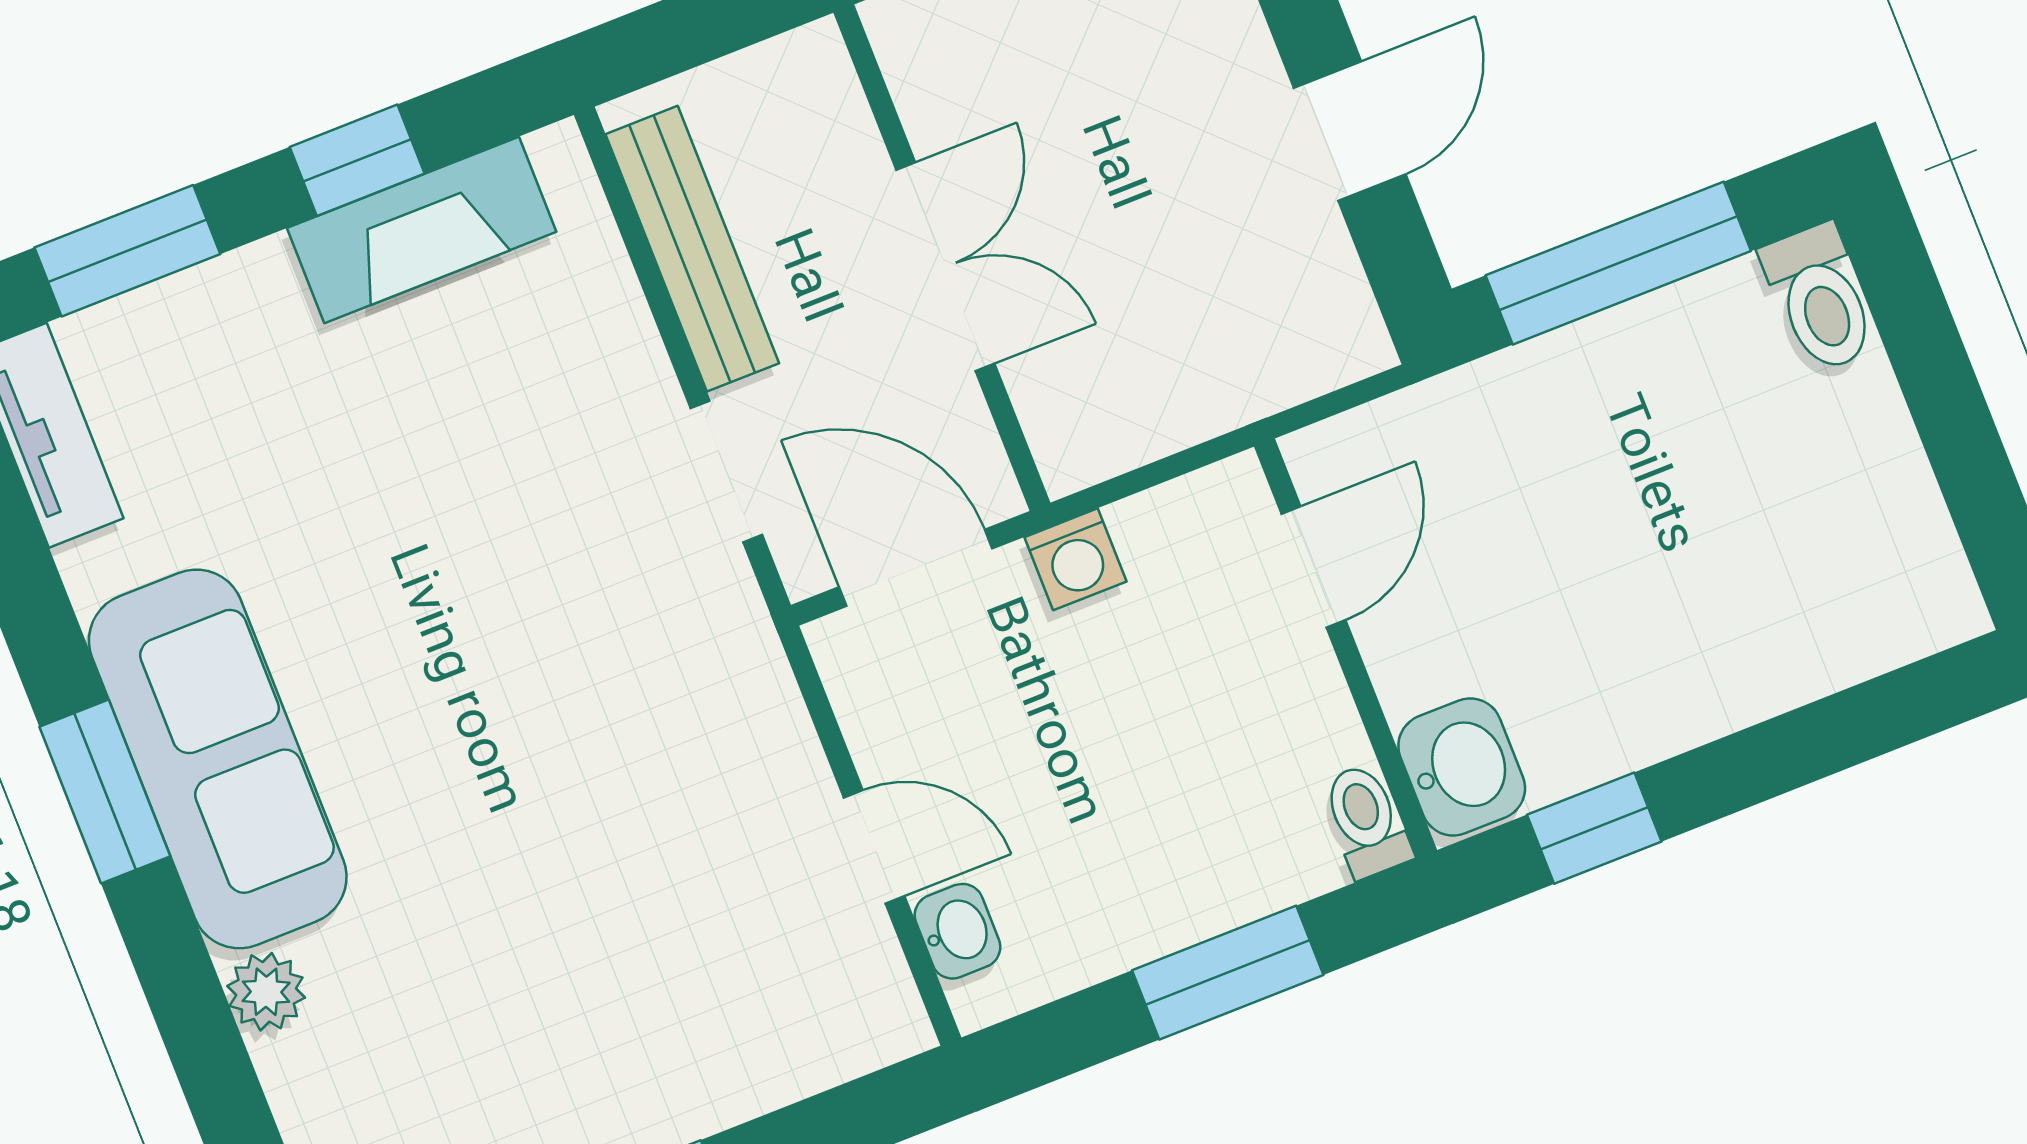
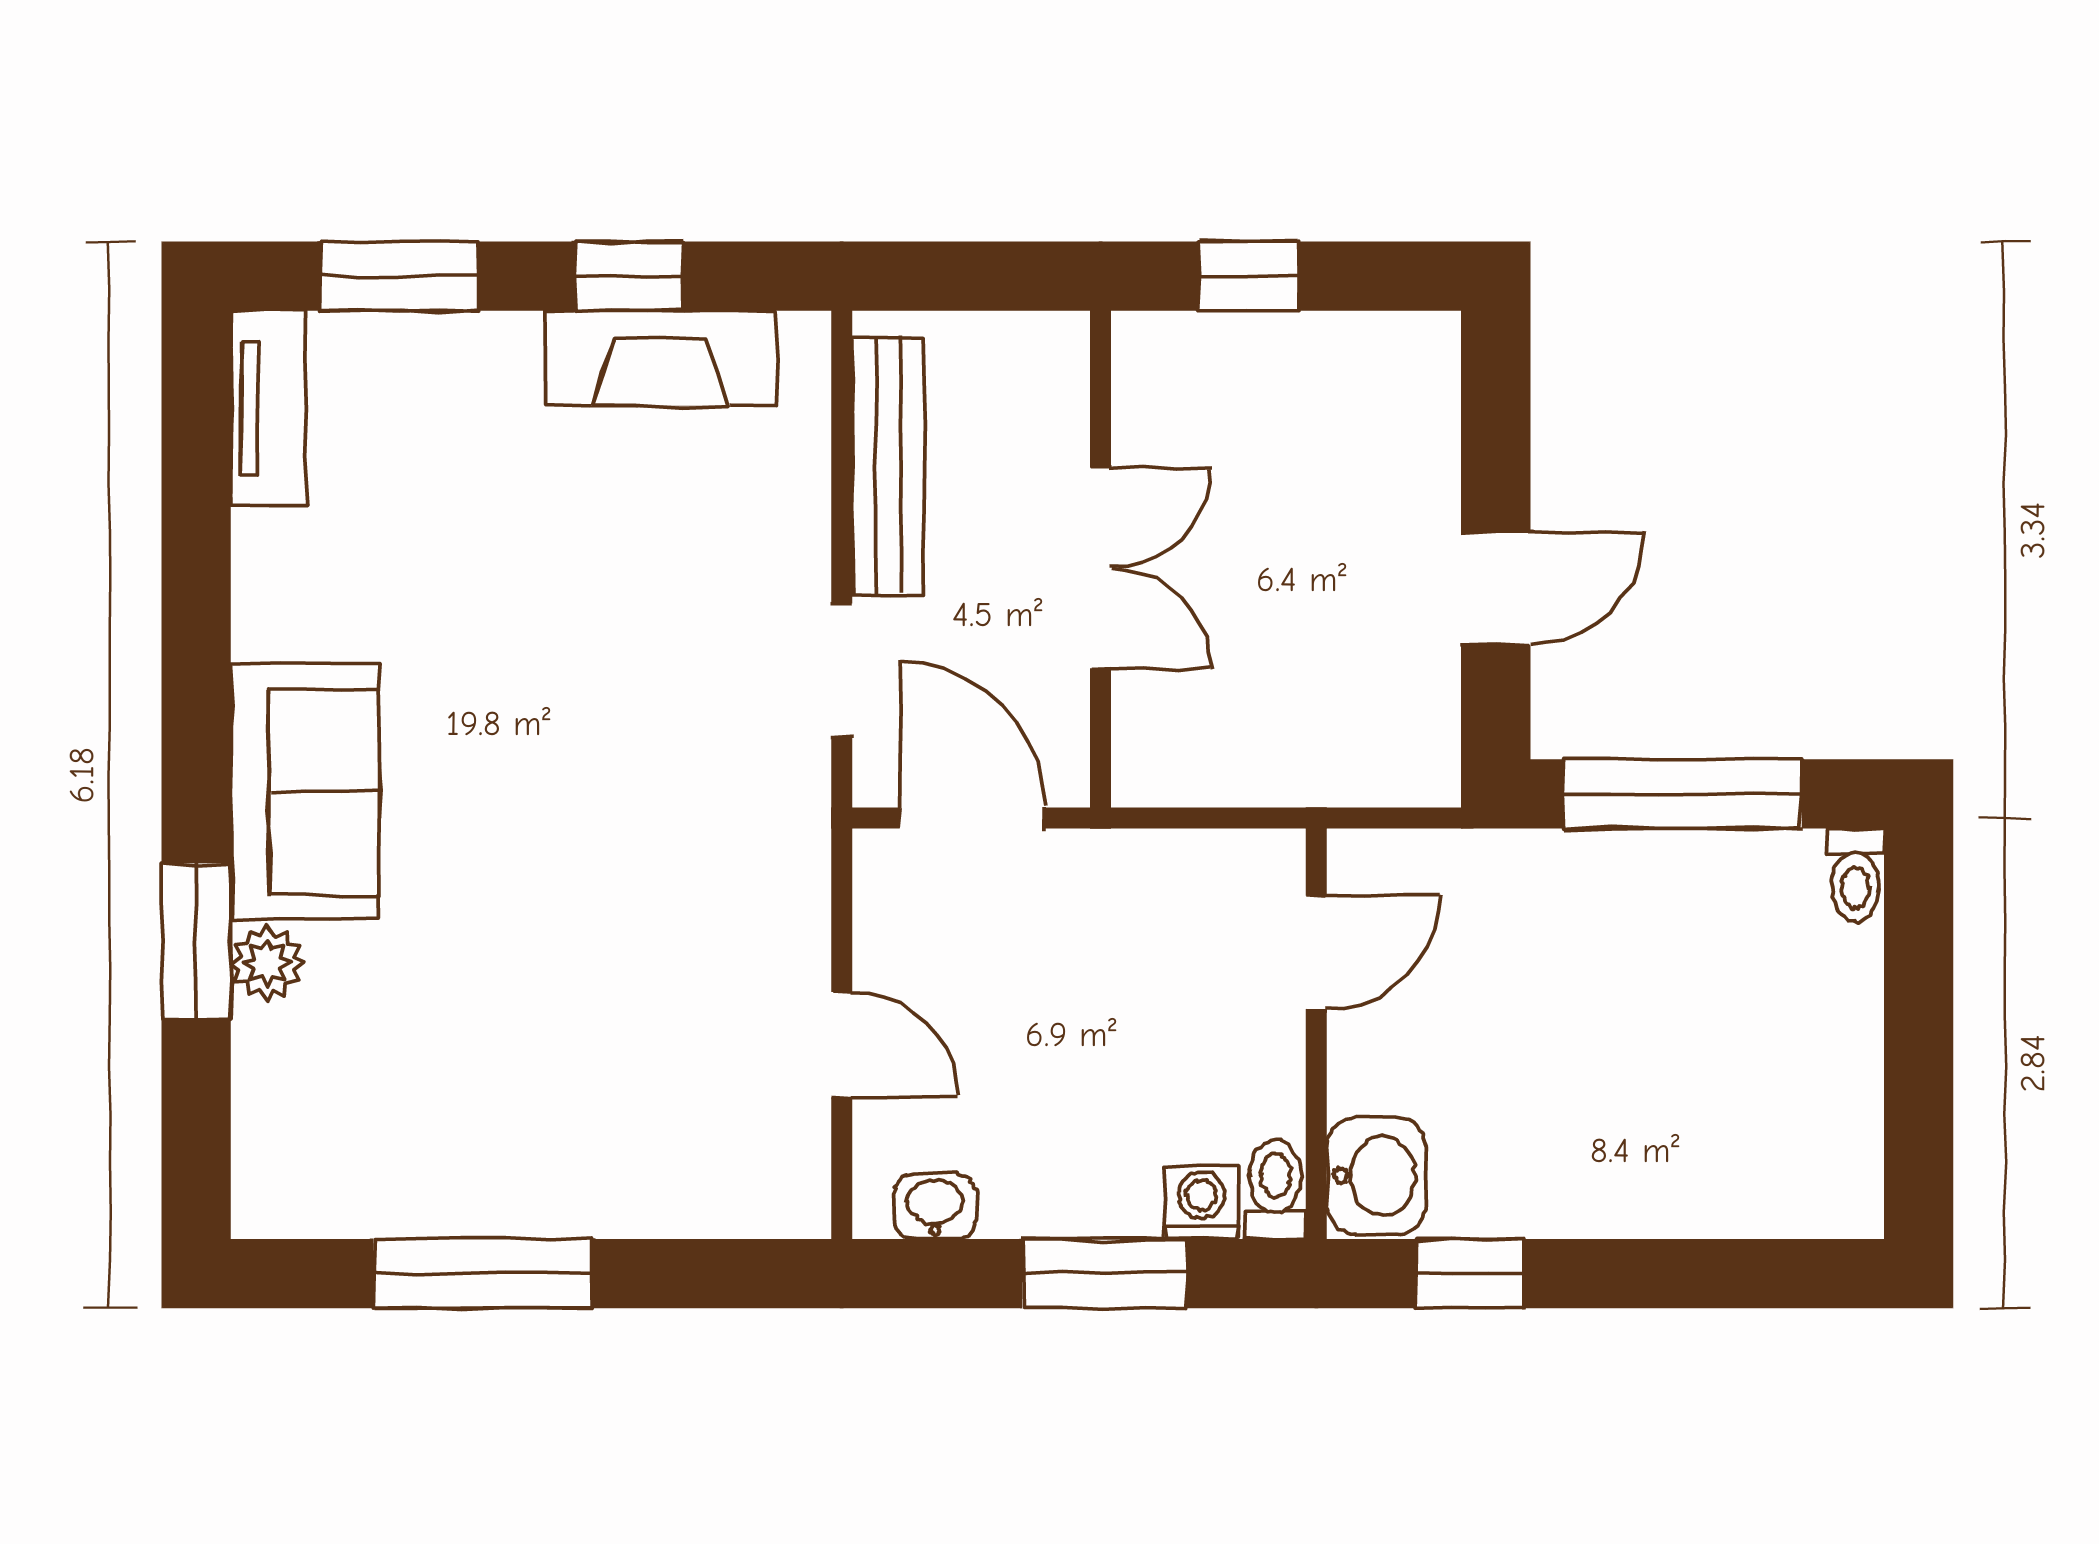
toilet: (1820, 298) -> (1856, 875), width x0.73, depth x0.72
washing machine: (1075, 559) -> (1202, 1202), moved, turned 180
sofa: (218, 759) -> (305, 792), width x0.73
window: (105, 792) -> (196, 942), moved
washbasin: (957, 931) -> (935, 1206), moved, turned -90

